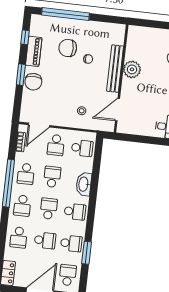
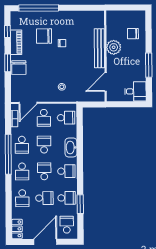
bench: (115, 69) -> (99, 48), moved
plant: (132, 69) -> (114, 47), moved
wall: (121, 79) -> (105, 56), moved
door: (117, 110) -> (106, 82), moved

